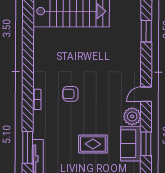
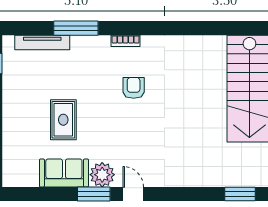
window: (146, 31) -> (240, 194), moved
window: (146, 144) -> (94, 194), moved
window: (28, 147) -> (76, 28), moved

